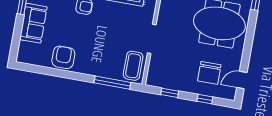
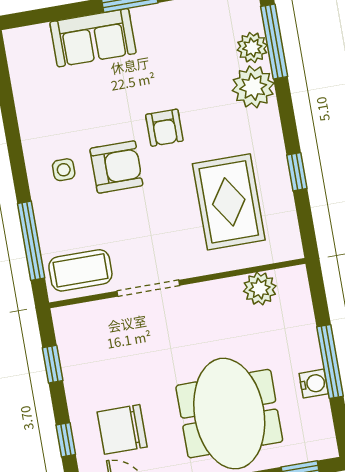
armchair: (63, 57) -> (116, 167), moved
side table: (86, 57) -> (64, 170), added

